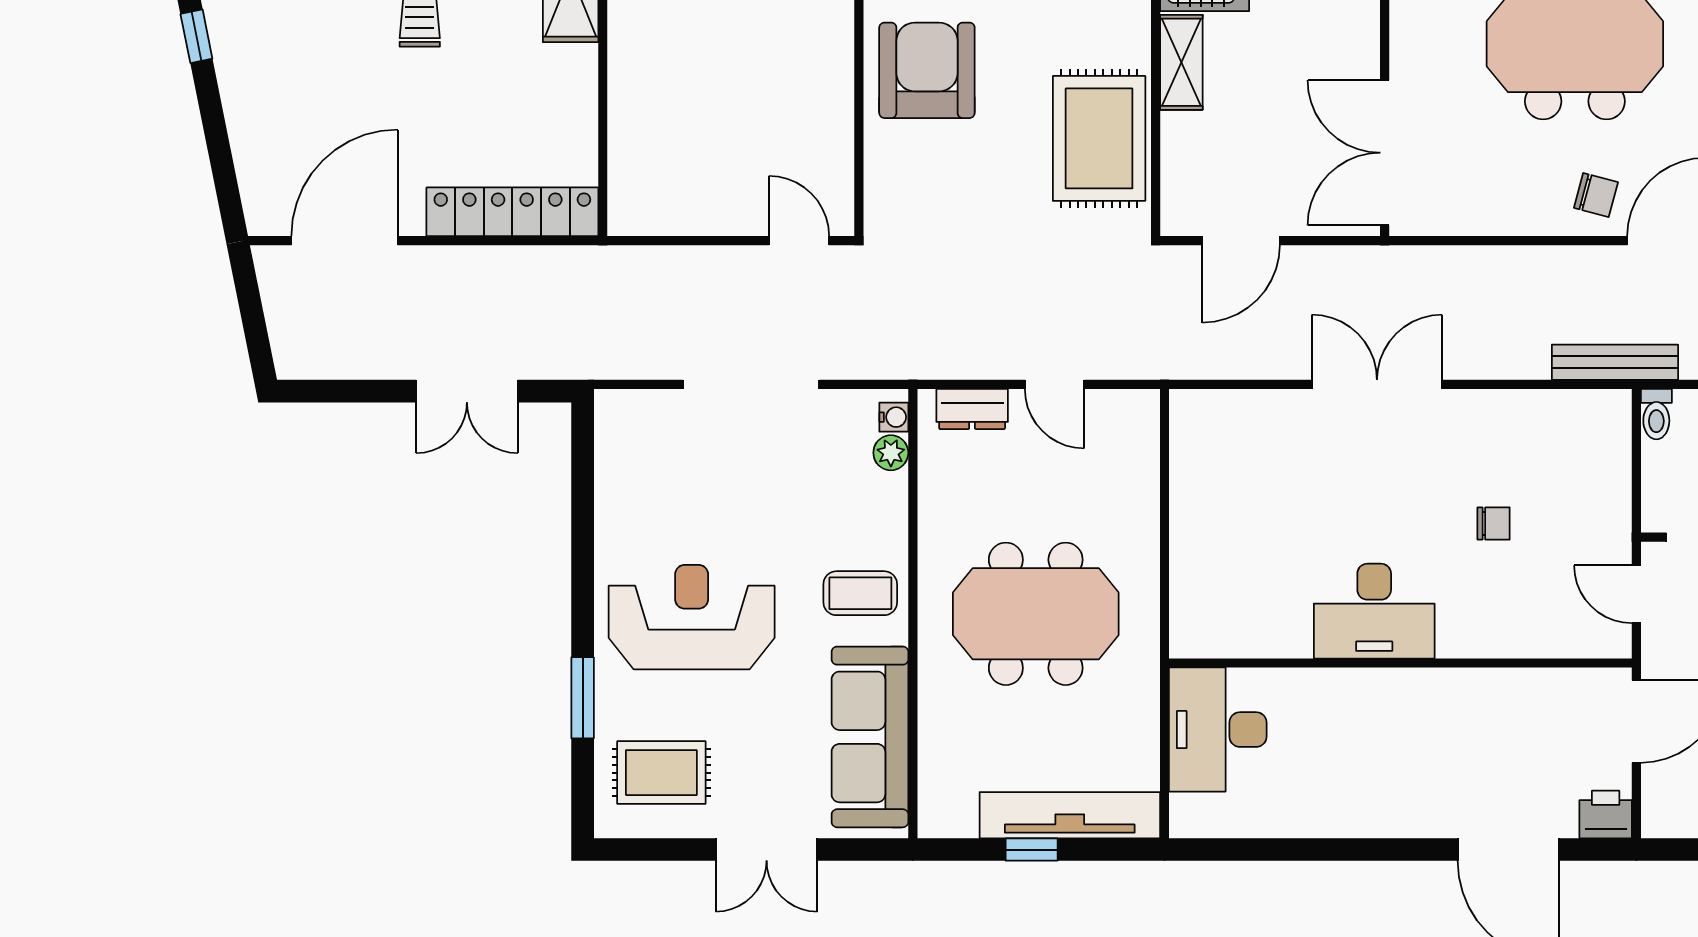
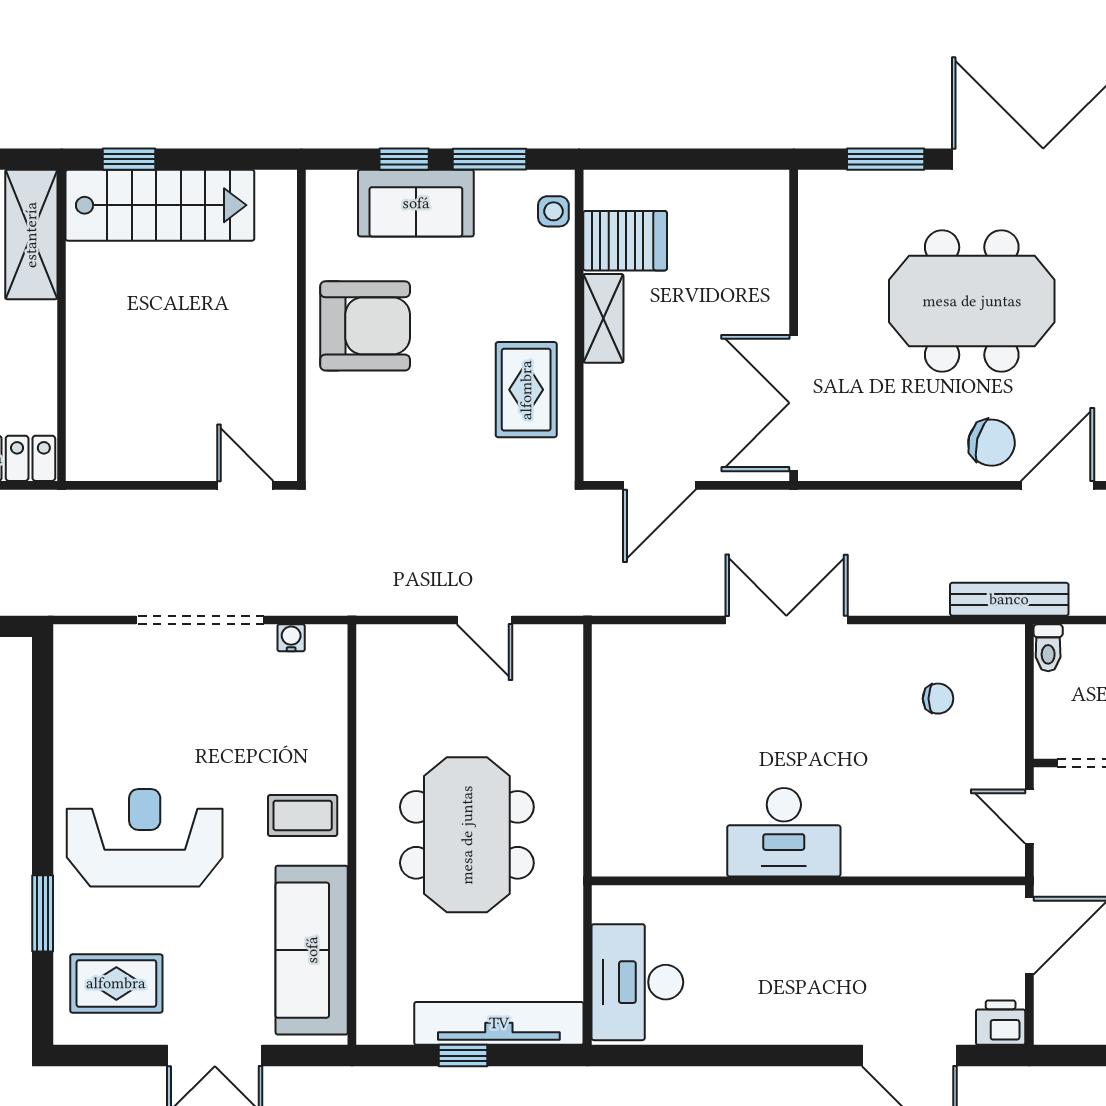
armchair: (927, 70) -> (365, 326), turned 90
rug: (1099, 138) -> (526, 390), width x0.73, depth x0.70
chair: (1596, 195) -> (992, 443), width x1.37, depth x1.37
dresser: (972, 409) -> (407, 643), removed
water cooler: (894, 417) -> (291, 638), moved, turned -90
plant: (891, 453) -> (331, 684), removed
chair: (1494, 524) -> (938, 699), moved
meeting table: (1036, 614) -> (467, 835), turned 90
desk: (1218, 730) -> (637, 982), moved

